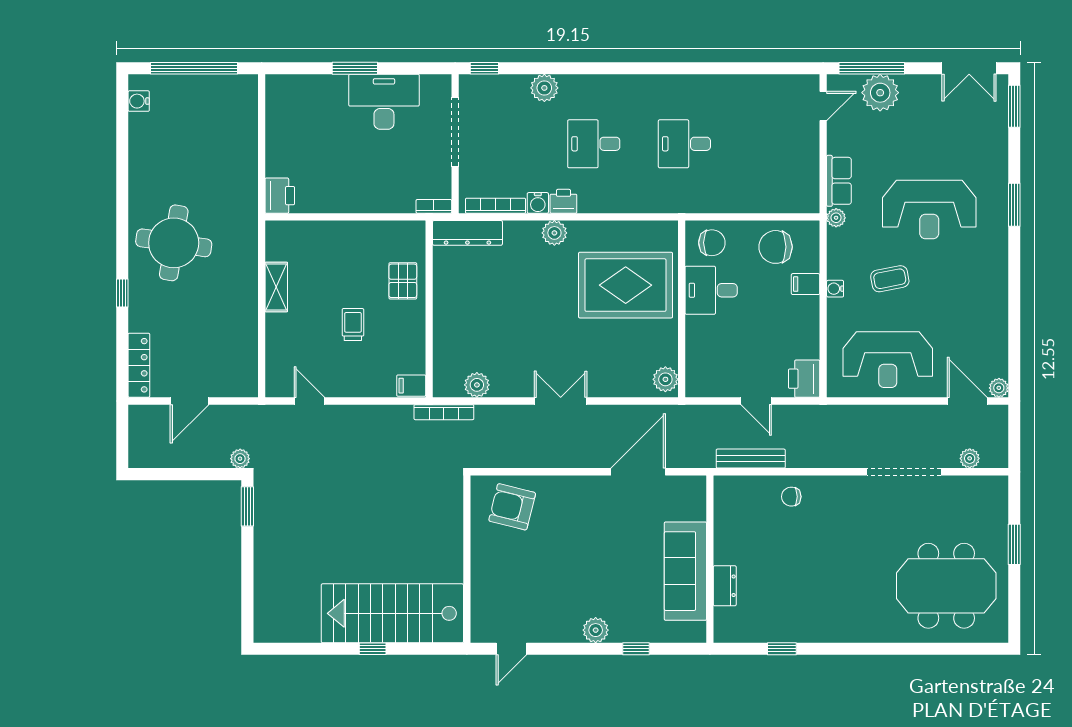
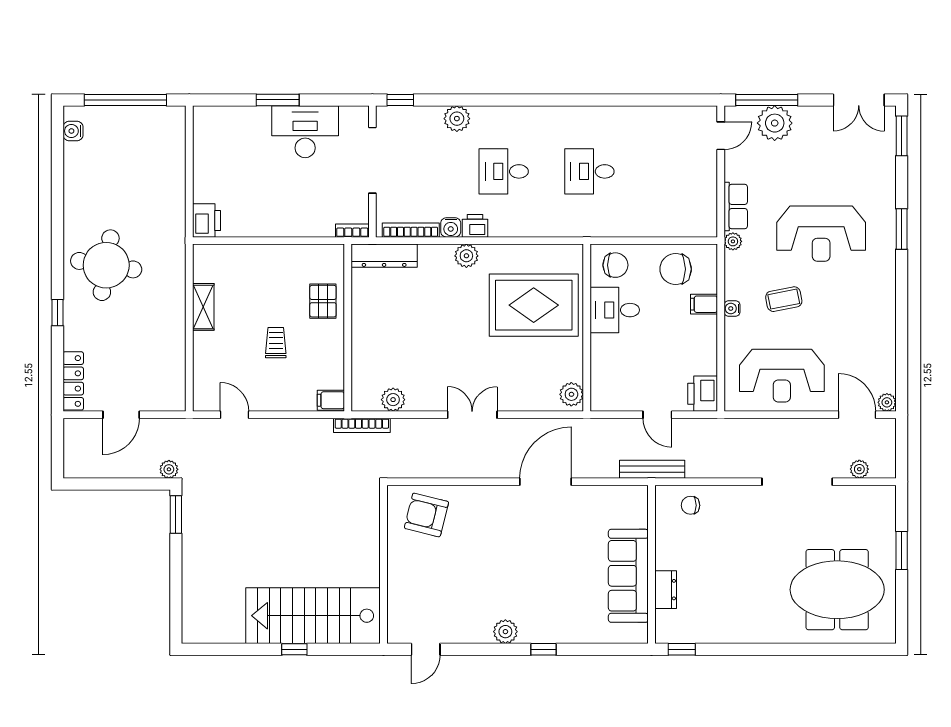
wall: (710, 559) -> (651, 564), moved
sofa: (685, 571) -> (628, 576), moved
dresser: (725, 586) -> (666, 590), moved

